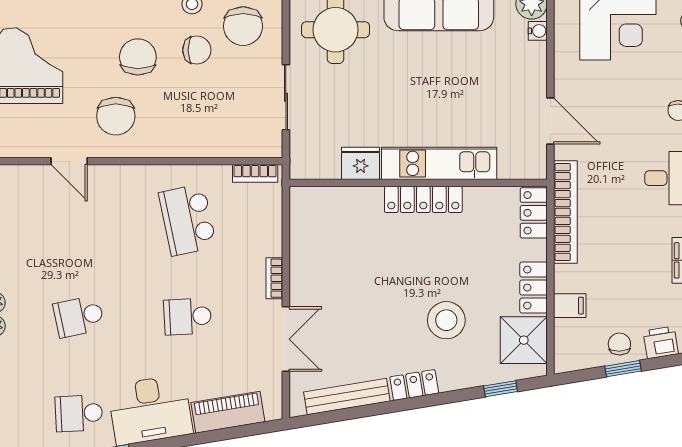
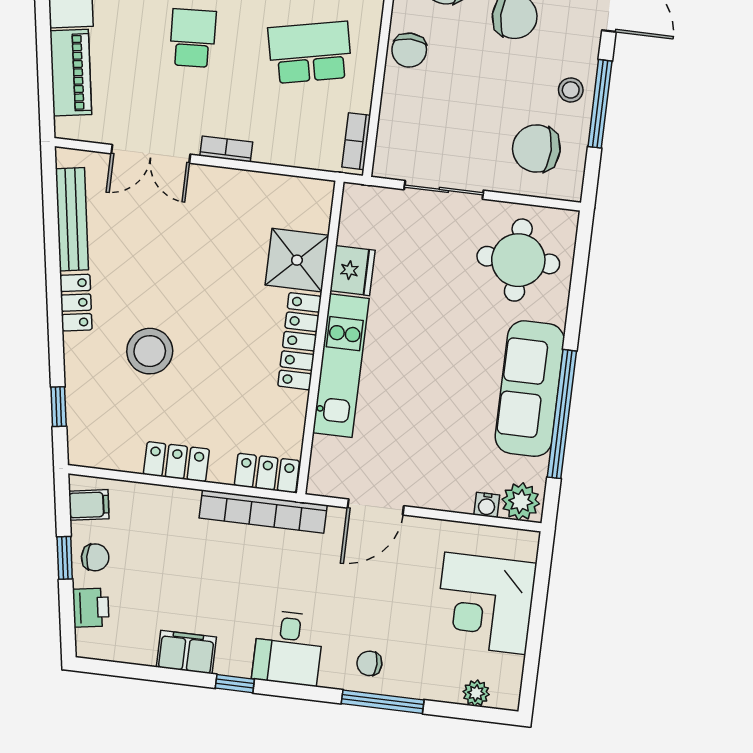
chair: (197, 50) -> (409, 50), moved
filing cabinet: (570, 306) -> (89, 505), moved, turned -99
shower: (524, 340) -> (297, 260), moved

